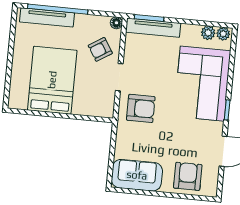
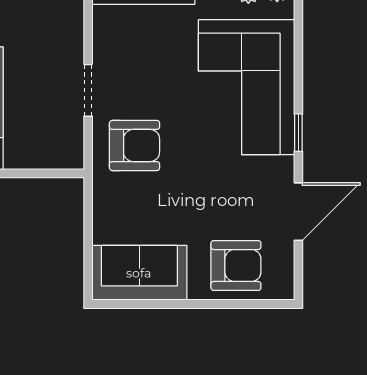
armchair: (100, 49) -> (47, 41), removed
armchair: (188, 176) -> (236, 265), turned 90

